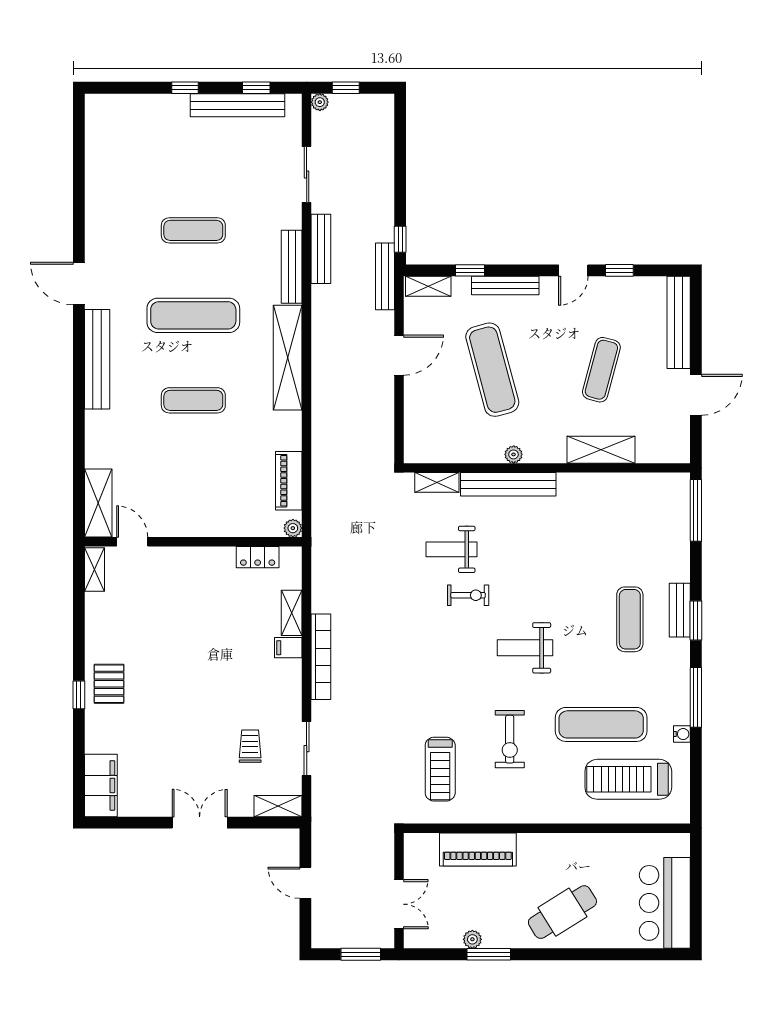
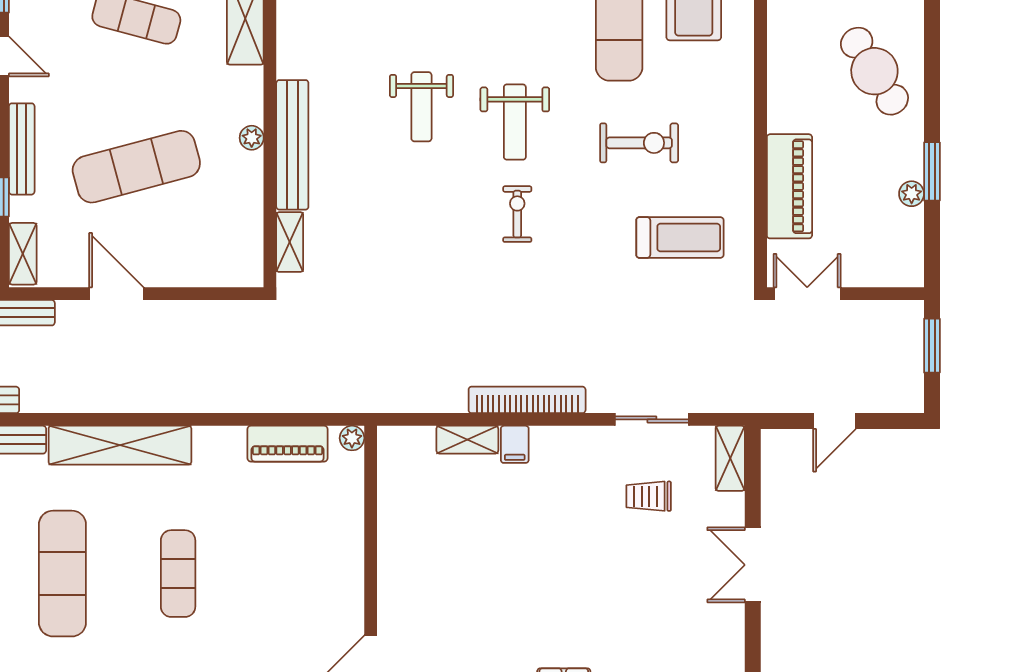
weight bench: (451, 549) -> (421, 107), moved
locker: (258, 557) -> (392, 486), removed
exercise bike: (468, 595) -> (517, 214), moved
double door: (399, 904) -> (807, 294), moved

